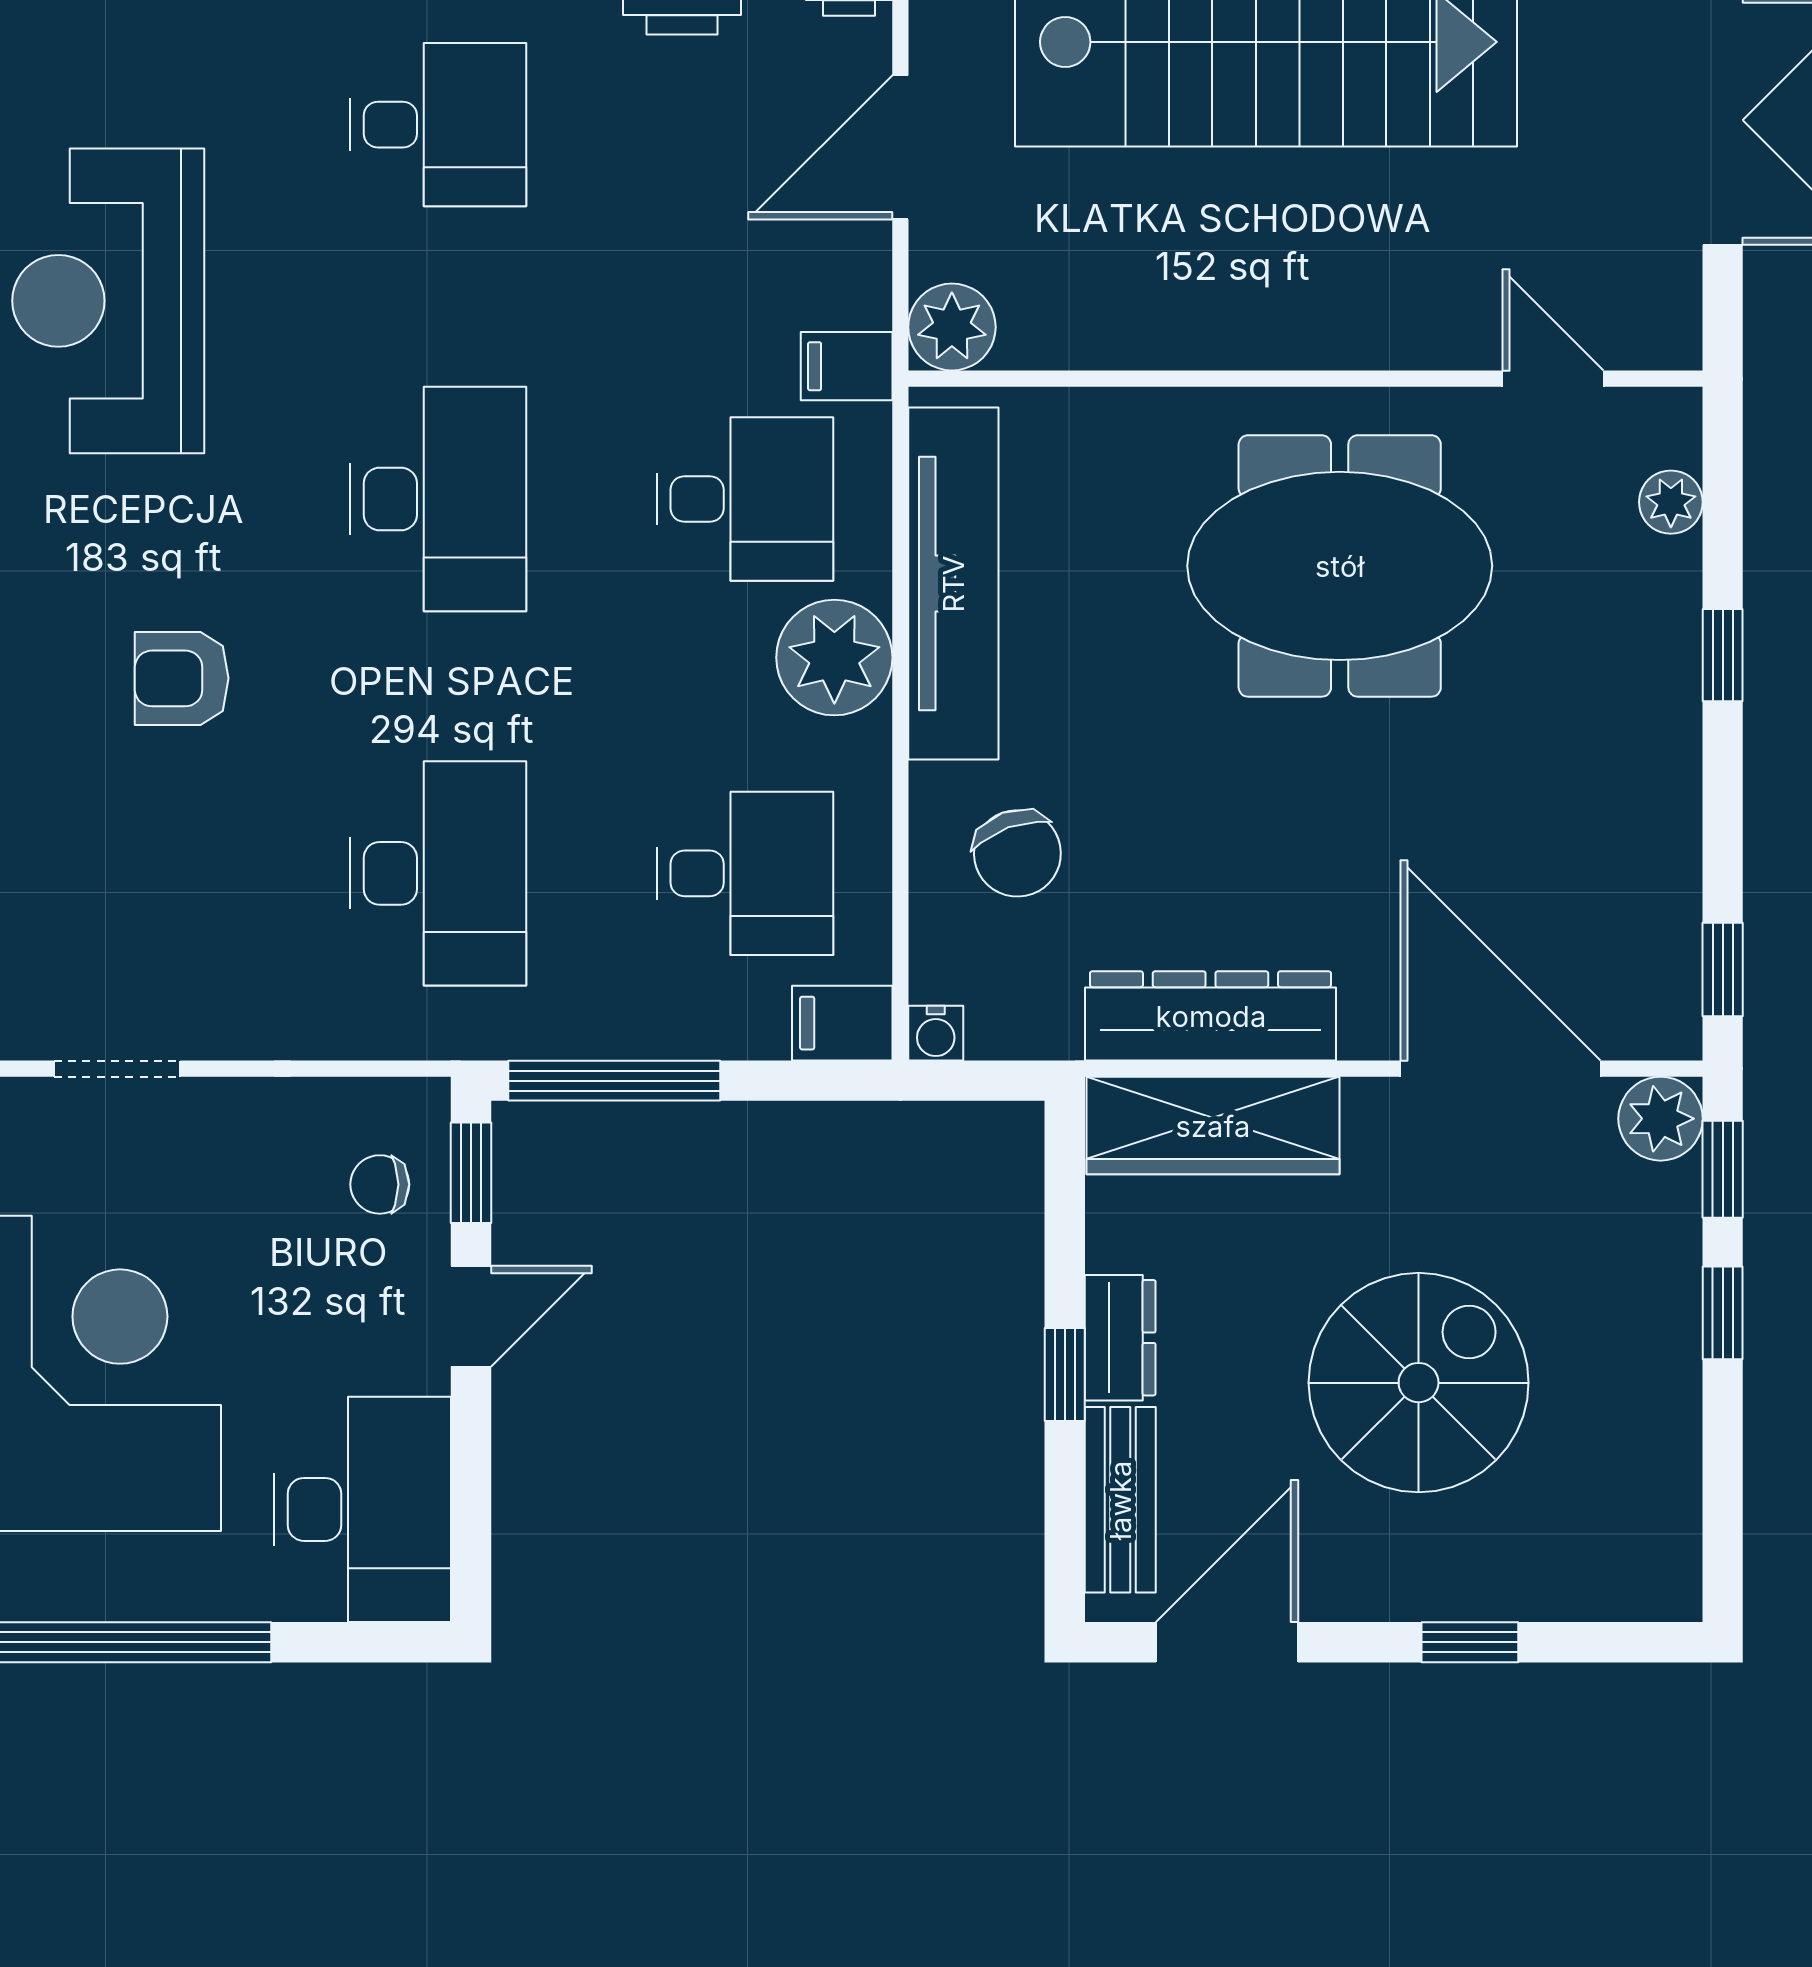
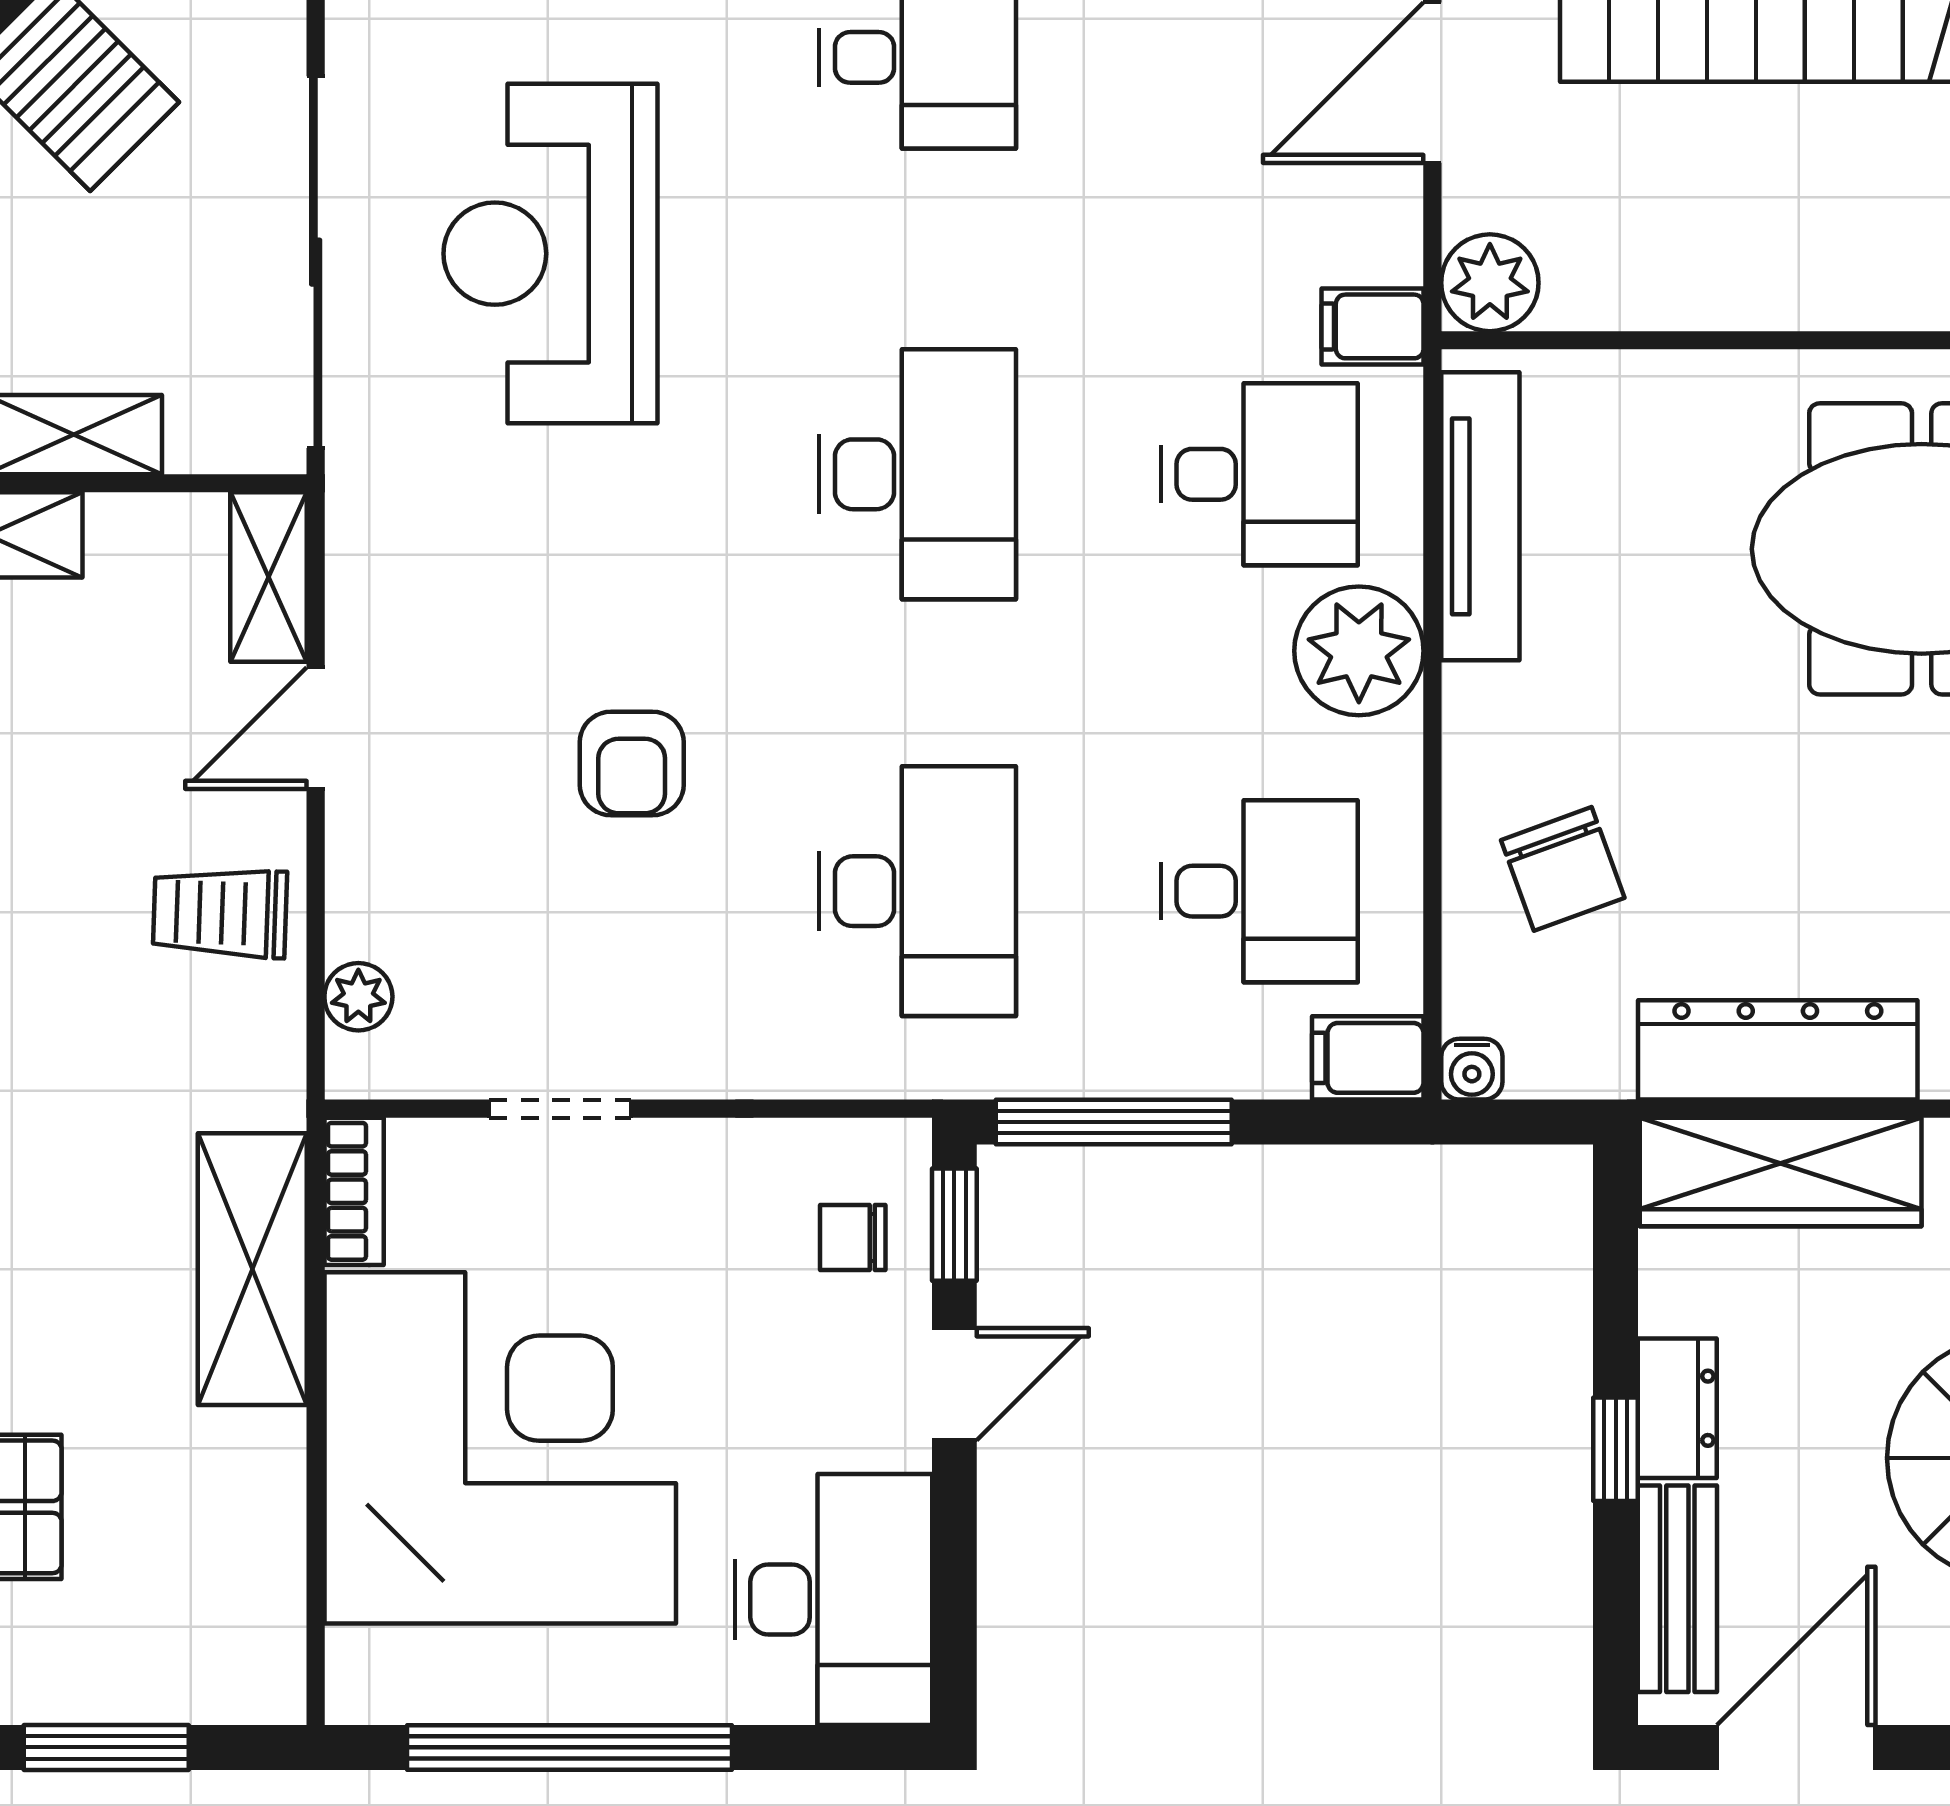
tv unit: (953, 584) -> (1480, 516), width x0.73, depth x0.78
armchair: (182, 678) -> (632, 764), moved, turned -90

